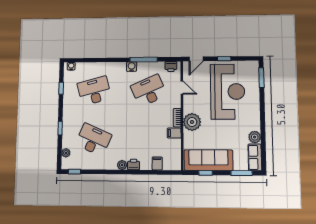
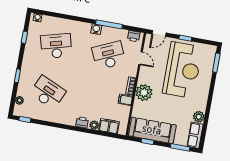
filing cabinet: (157, 163) -> (109, 126), width x2.00
plant: (122, 165) -> (94, 125), moved

